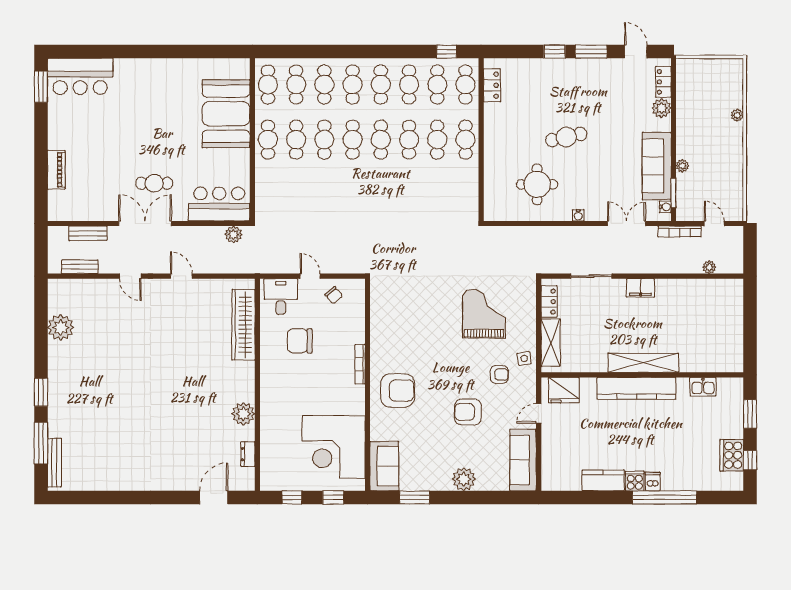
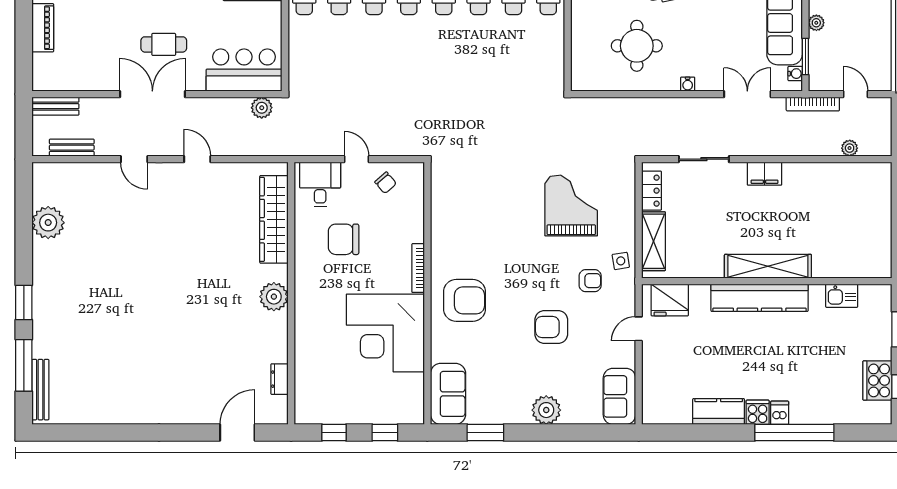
bench: (88, 233) -> (55, 106), moved
plant: (243, 414) -> (274, 297), moved
corner desk: (334, 447) -> (385, 333), moved
sofa: (523, 460) -> (619, 396), width x0.73

